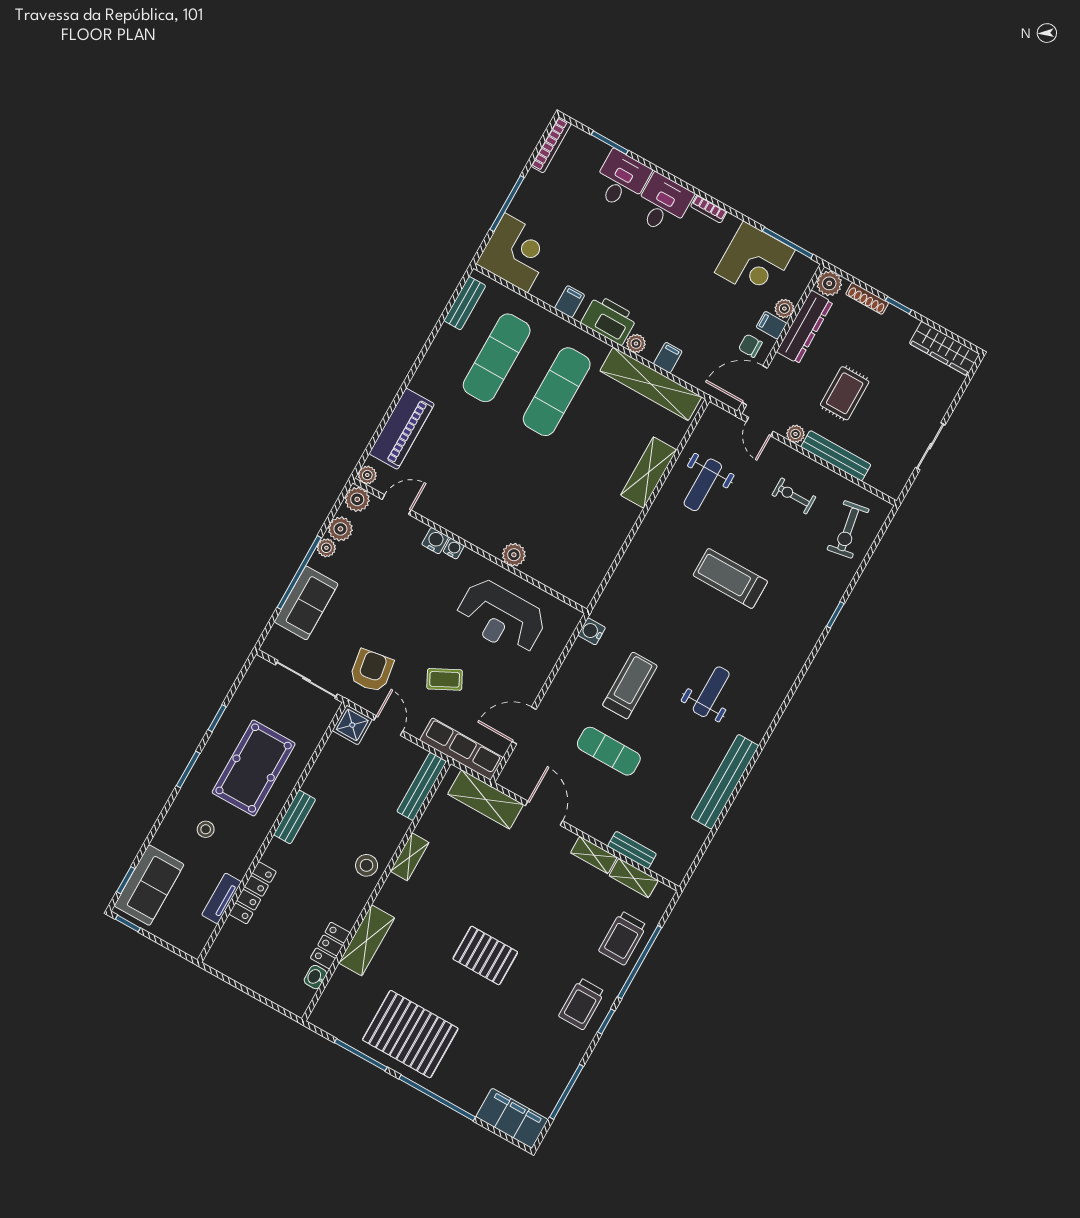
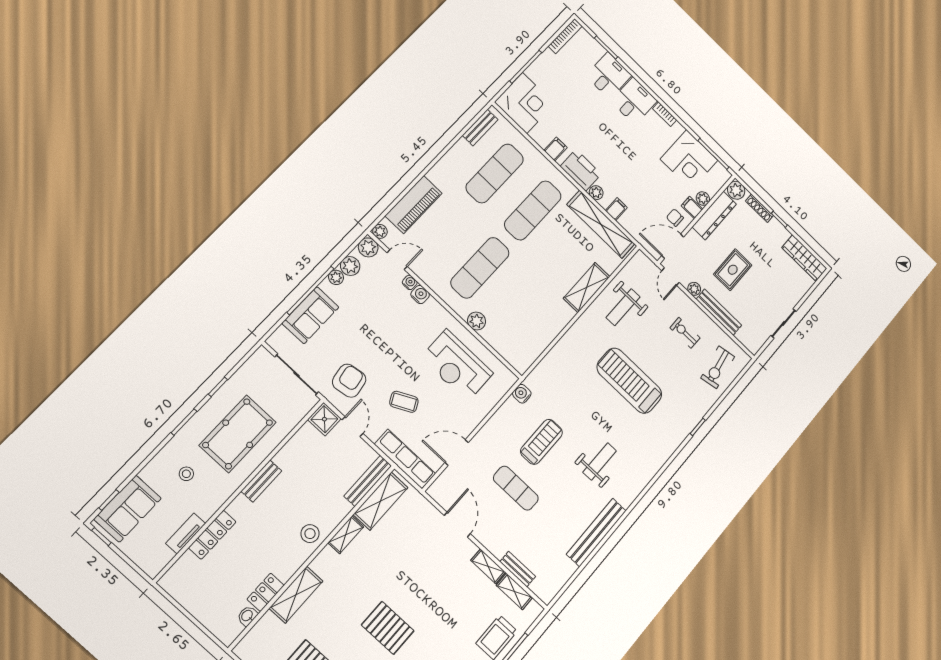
exercise mat: (504, 486) -> (480, 268), added
water cooler: (454, 549) -> (410, 282), moved
treadmill: (730, 578) -> (629, 381), width x1.37, depth x1.38
shelving: (486, 799) -> (381, 501), moved, turned 90

